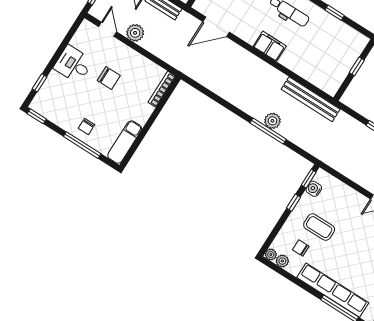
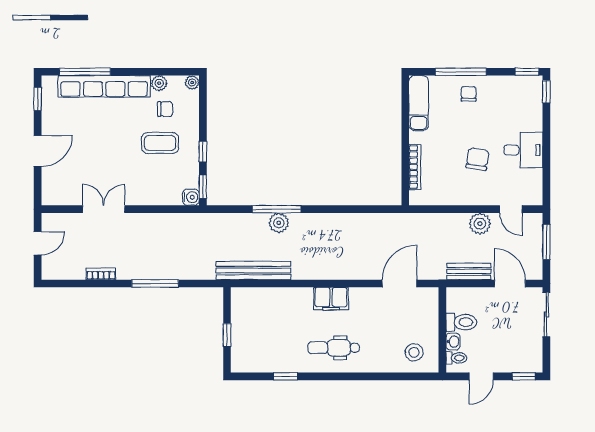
chair: (109, 78) -> (478, 159), turned 99
window: (39, 83) -> (546, 92), moved
bookcase: (162, 89) -> (415, 167), moved
water cooler: (314, 189) -> (191, 197), moved
plant: (282, 261) -> (159, 83), moved

